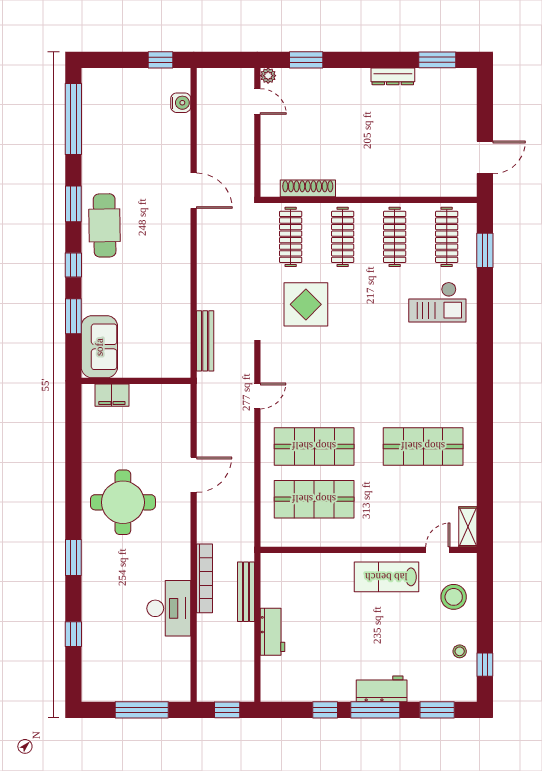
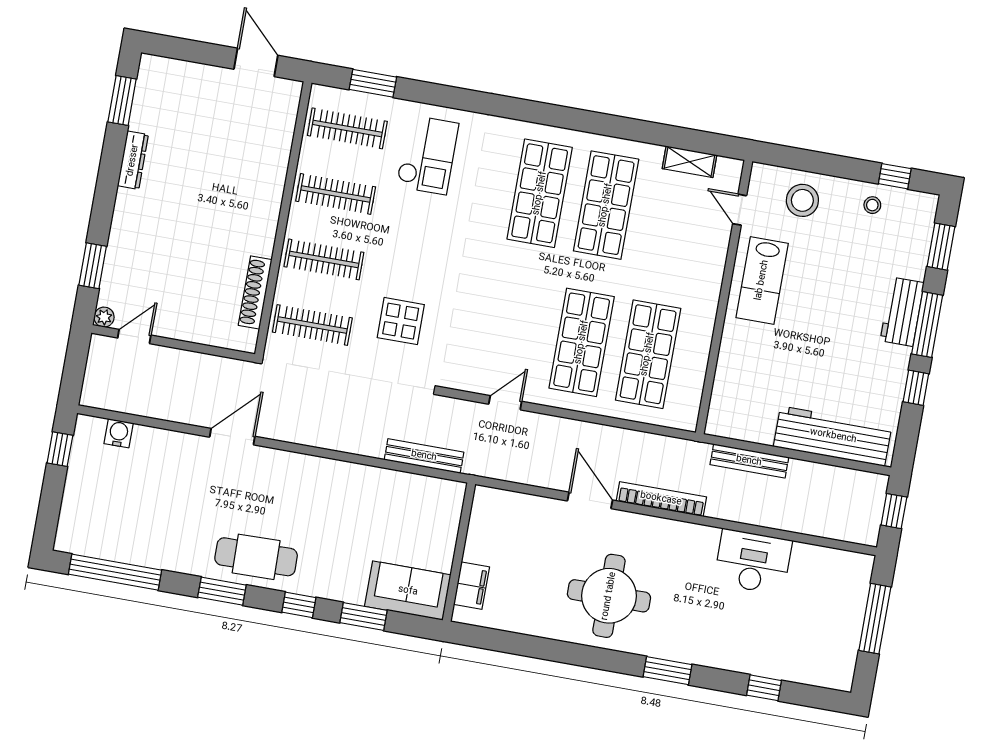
display table: (306, 304) -> (401, 321), width x0.73, depth x0.73
shop shelf: (423, 394) -> (540, 193), added
door: (257, 396) -> (505, 403), hinge flipped
shelving: (468, 527) -> (689, 162), moved
bookcase: (204, 578) -> (661, 499), moved
workbench: (272, 632) -> (833, 436), width x1.88, depth x1.32

